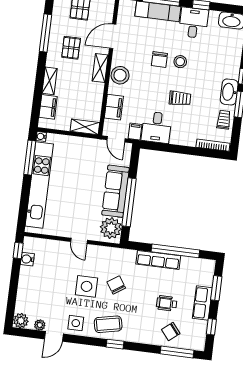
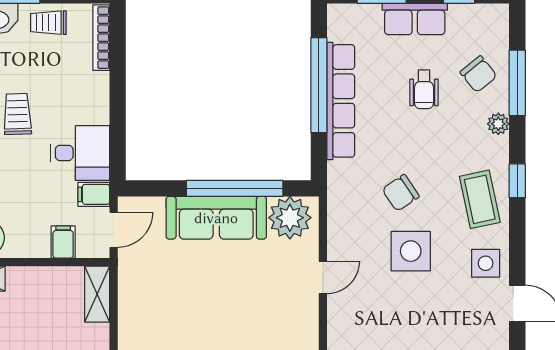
filing cabinet: (114, 107) -> (63, 242), width x0.50
row of seats: (158, 260) -> (341, 101), width x1.36
plant: (40, 325) -> (498, 124), moved
window: (177, 352) -> (517, 83), moved

